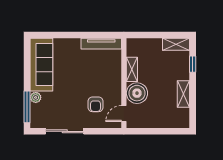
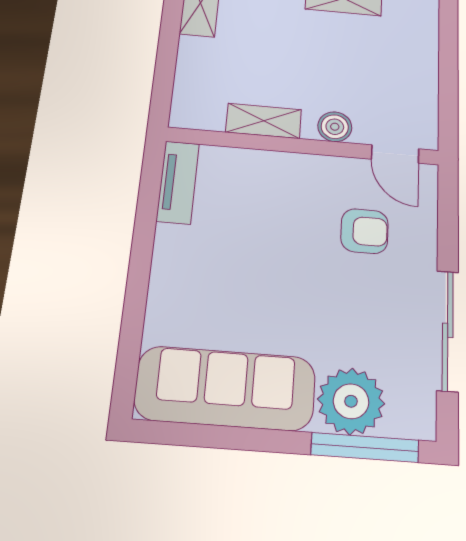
tv unit: (101, 44) -> (178, 182), width x0.71
boiler: (137, 93) -> (335, 127), width x0.54, depth x0.54
plant: (36, 97) -> (351, 401), width x1.87, depth x1.87

